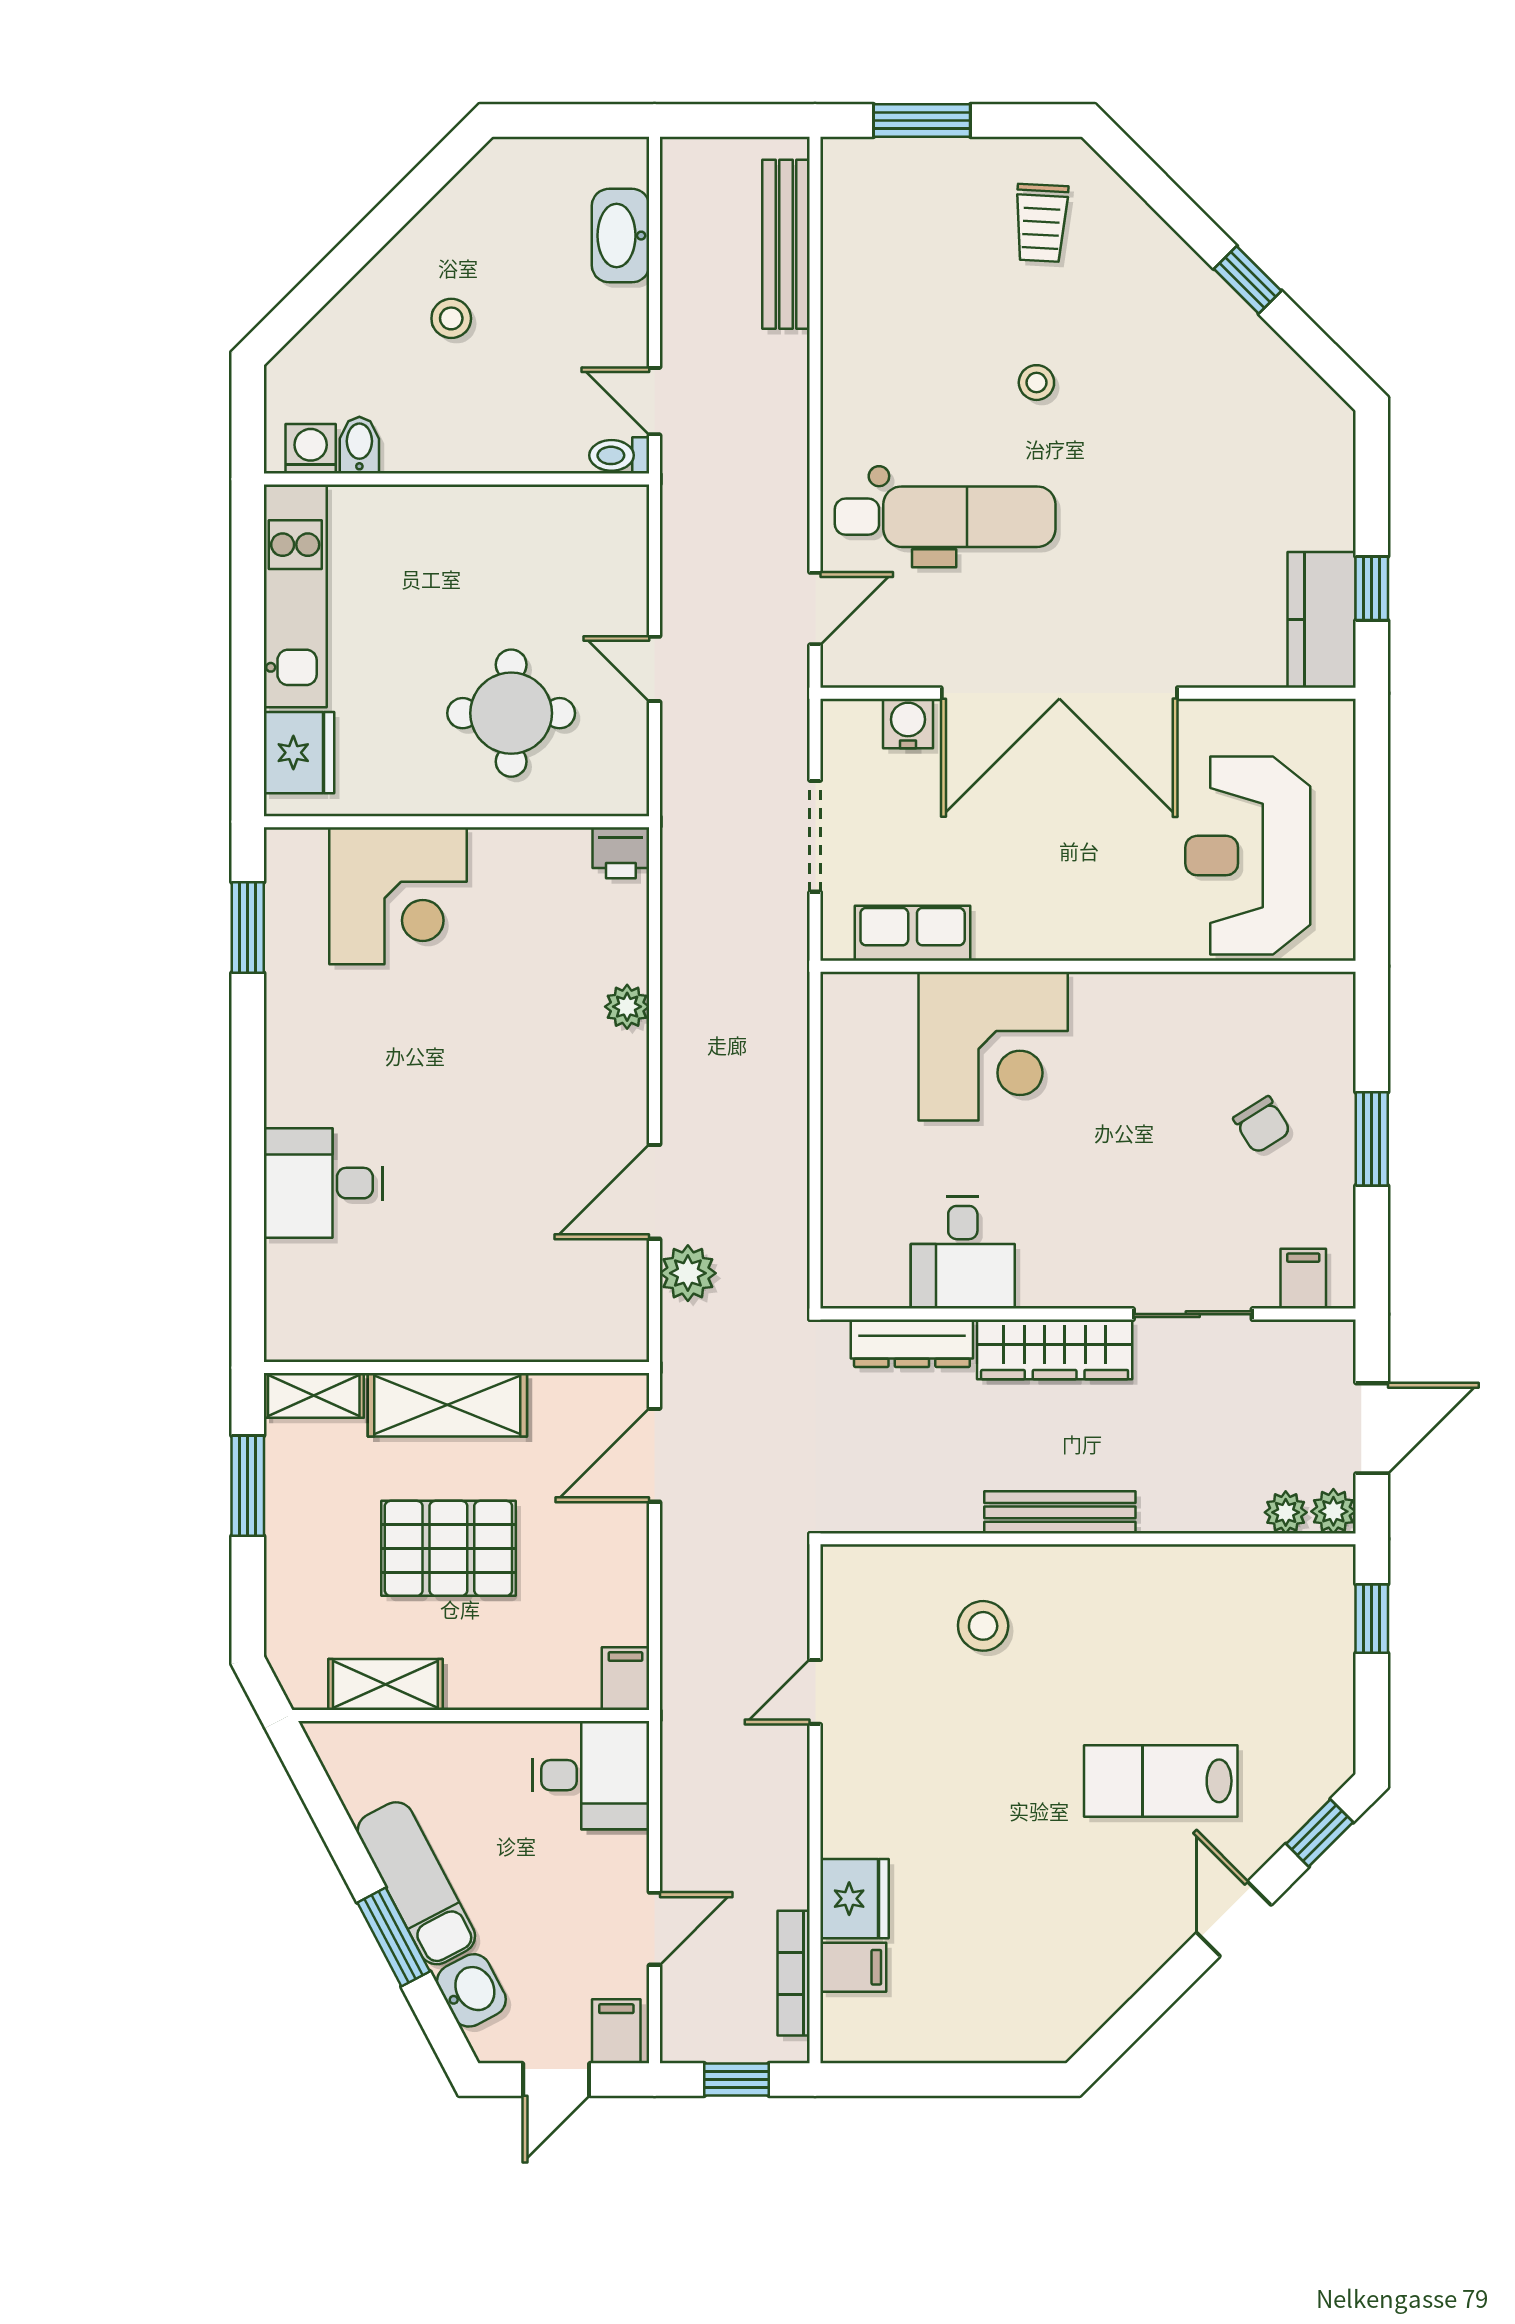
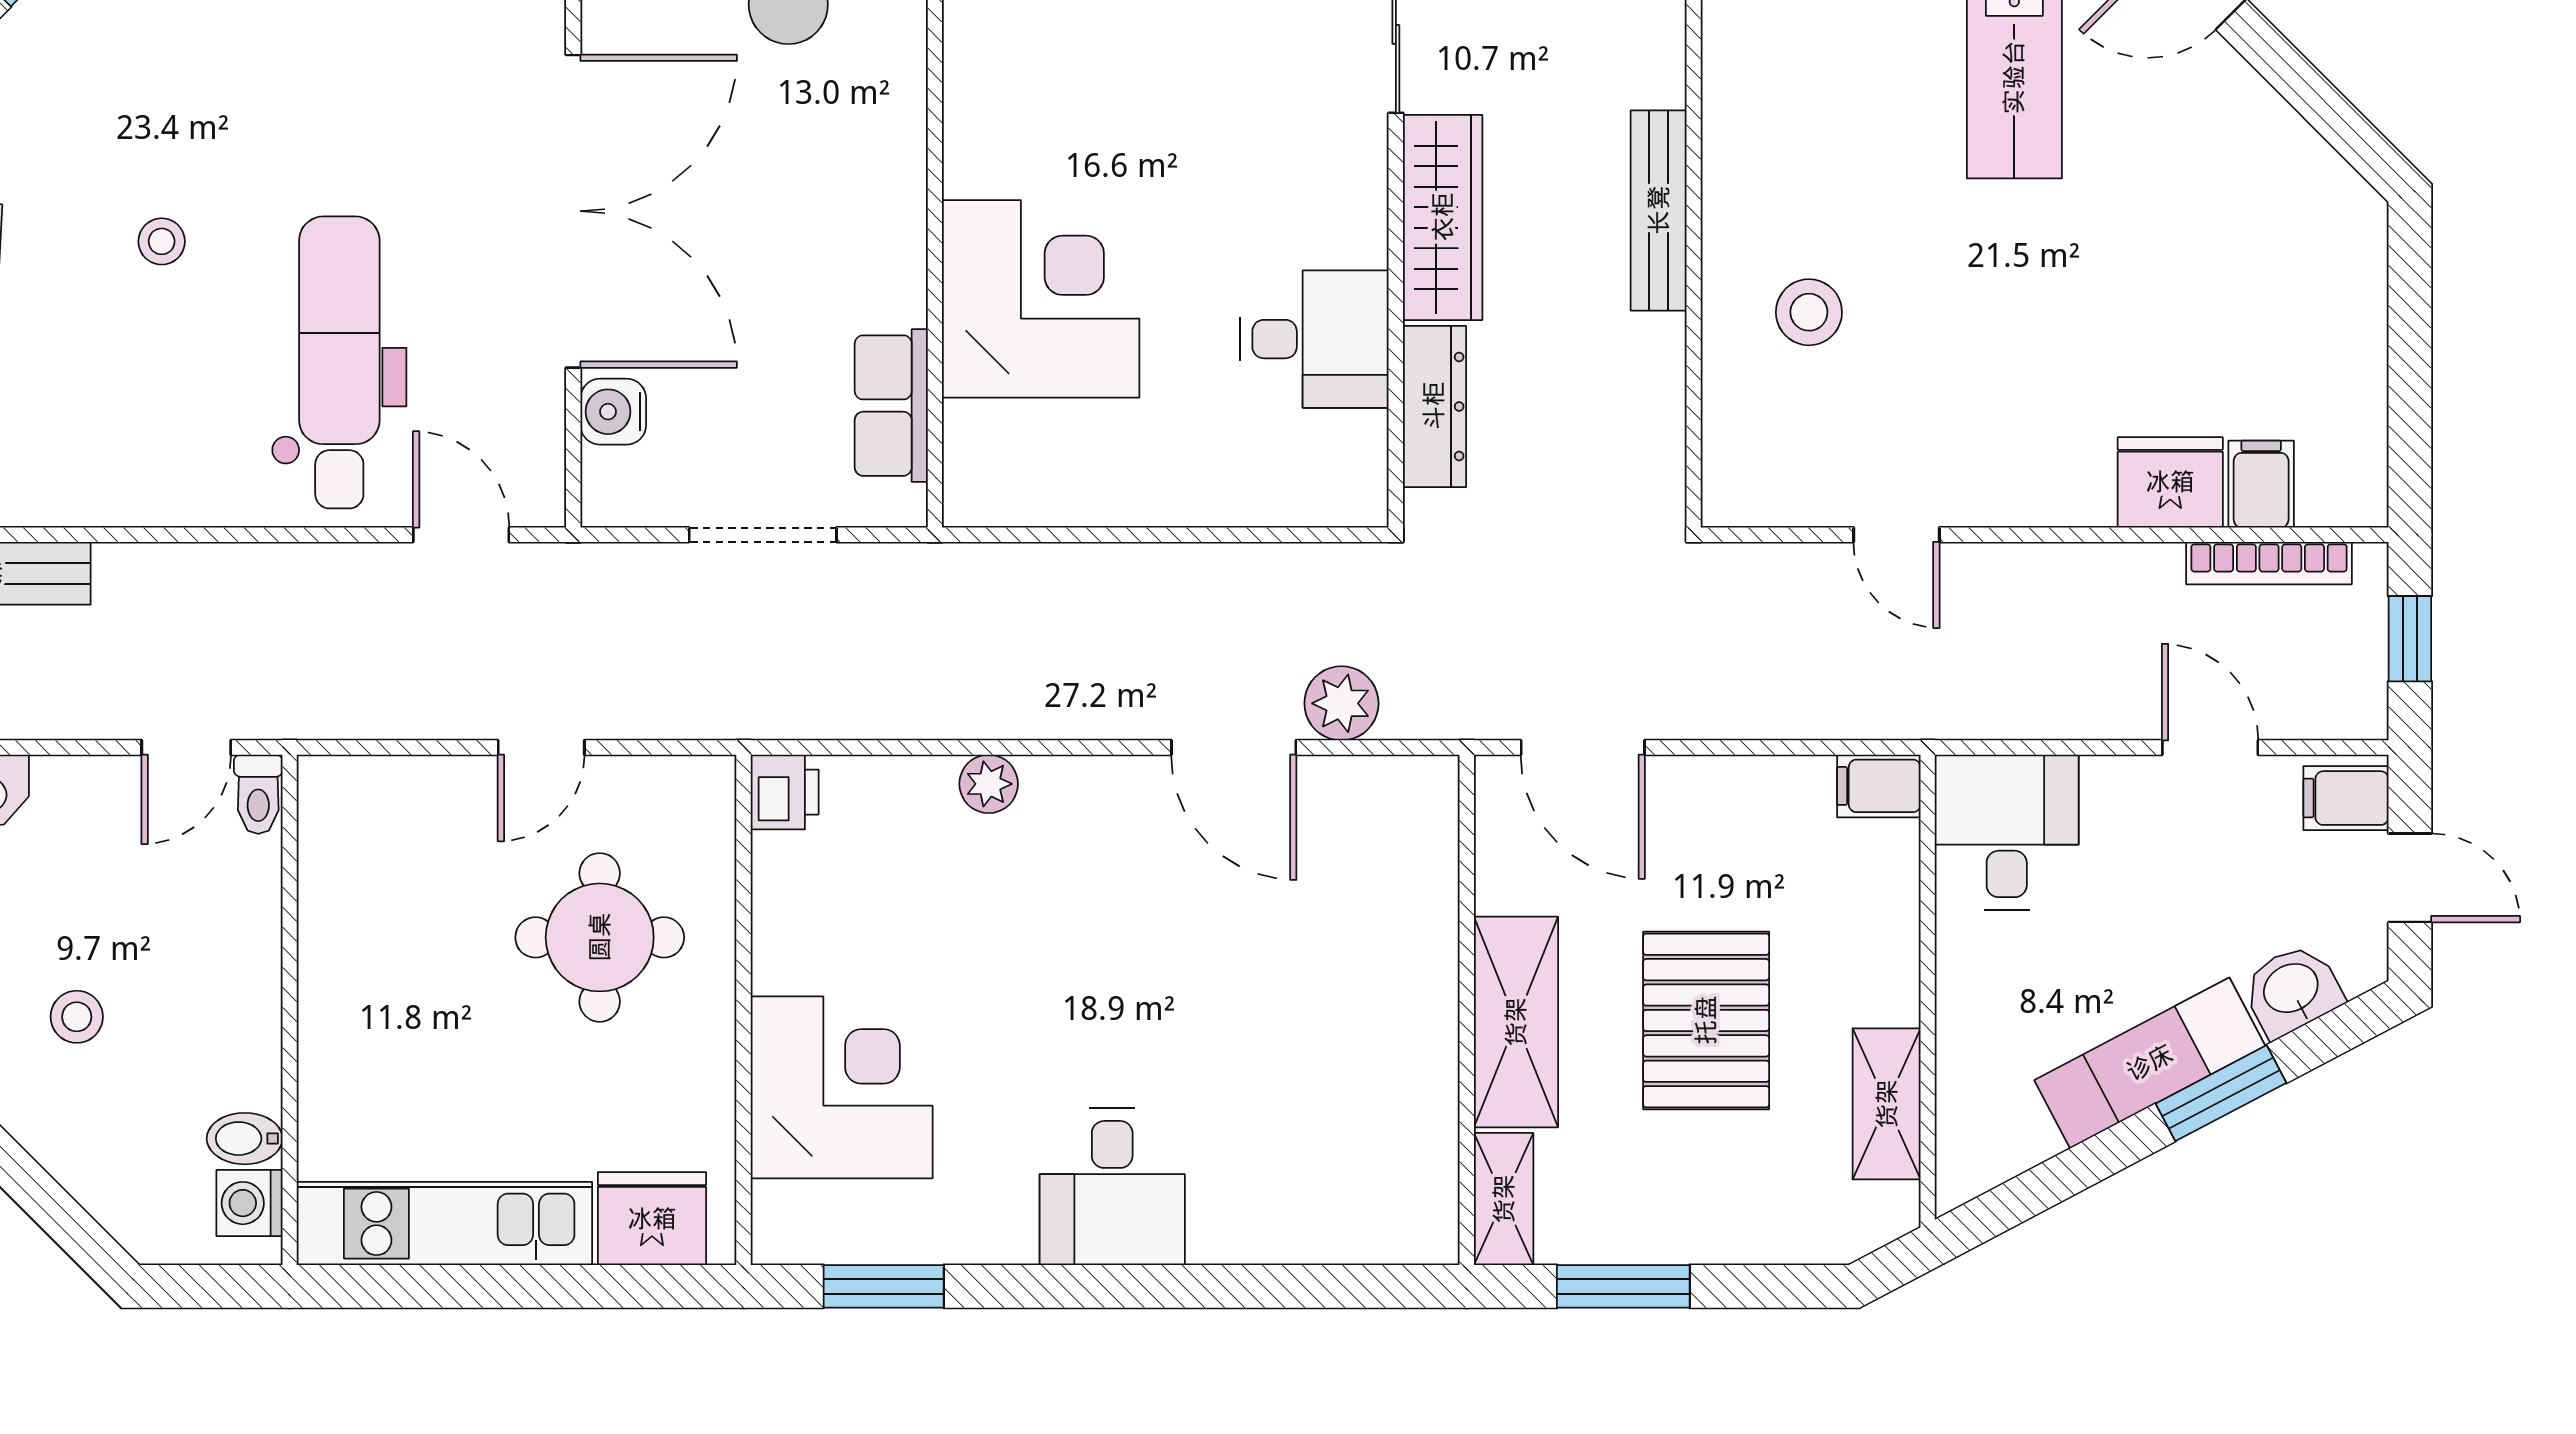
desk: (323, 1183) -> (1112, 1187), moved

